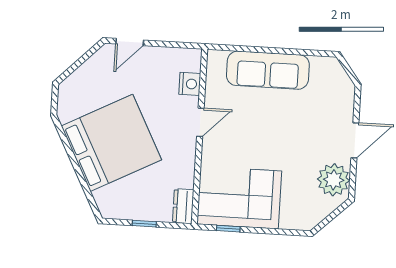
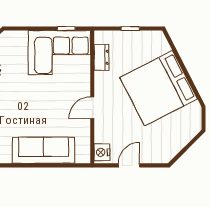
door: (130, 42) -> (129, 165), moved
nightstand: (190, 84) -> (102, 152), moved
dresser: (183, 206) -> (101, 57), moved

